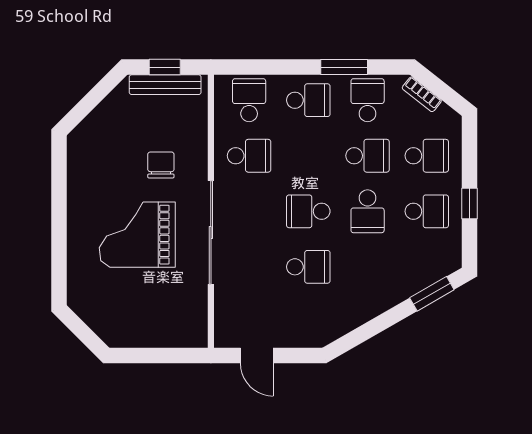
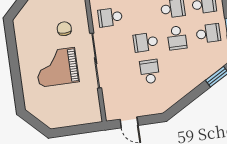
school desk: (249, 156) -> (110, 17), turned 180
school desk: (308, 267) -> (150, 72), turned -90

